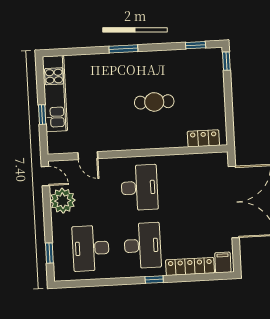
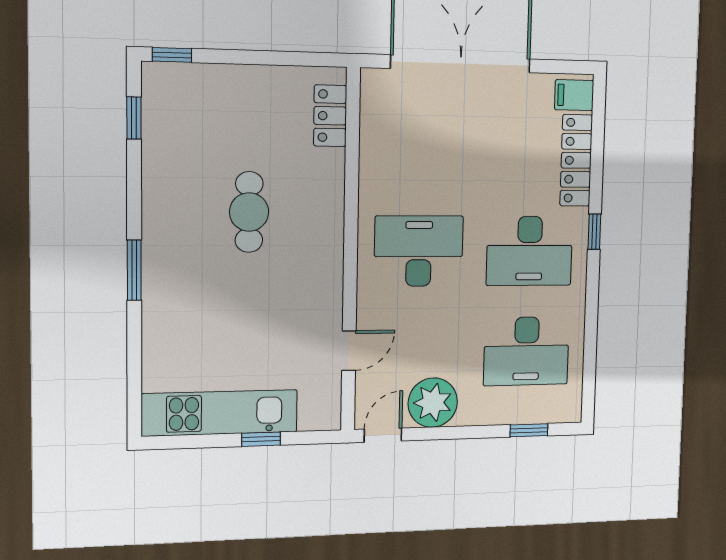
desk: (142, 245) -> (529, 251), turned 180

